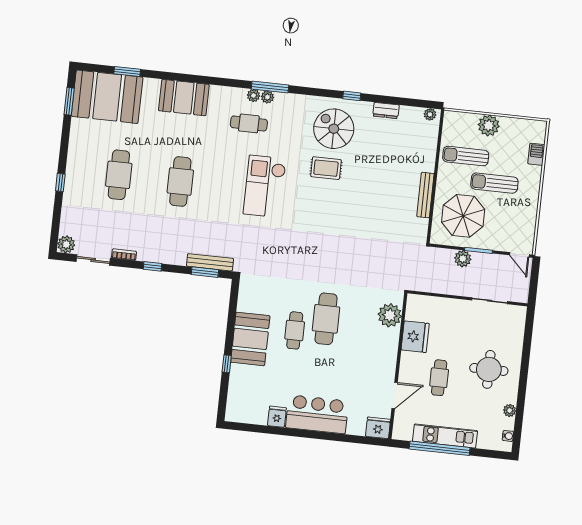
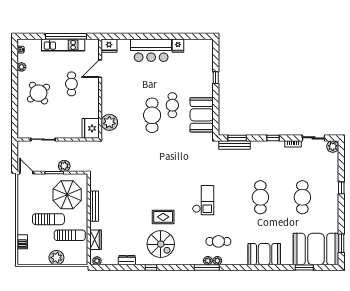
wardrobe: (429, 146) -> (95, 240), added
checkout: (265, 186) -> (203, 200), width x0.73, depth x0.83
fridge: (415, 337) -> (91, 128), moved
booth: (250, 339) -> (202, 115), moved
round table: (489, 369) -> (39, 93), turned -37

